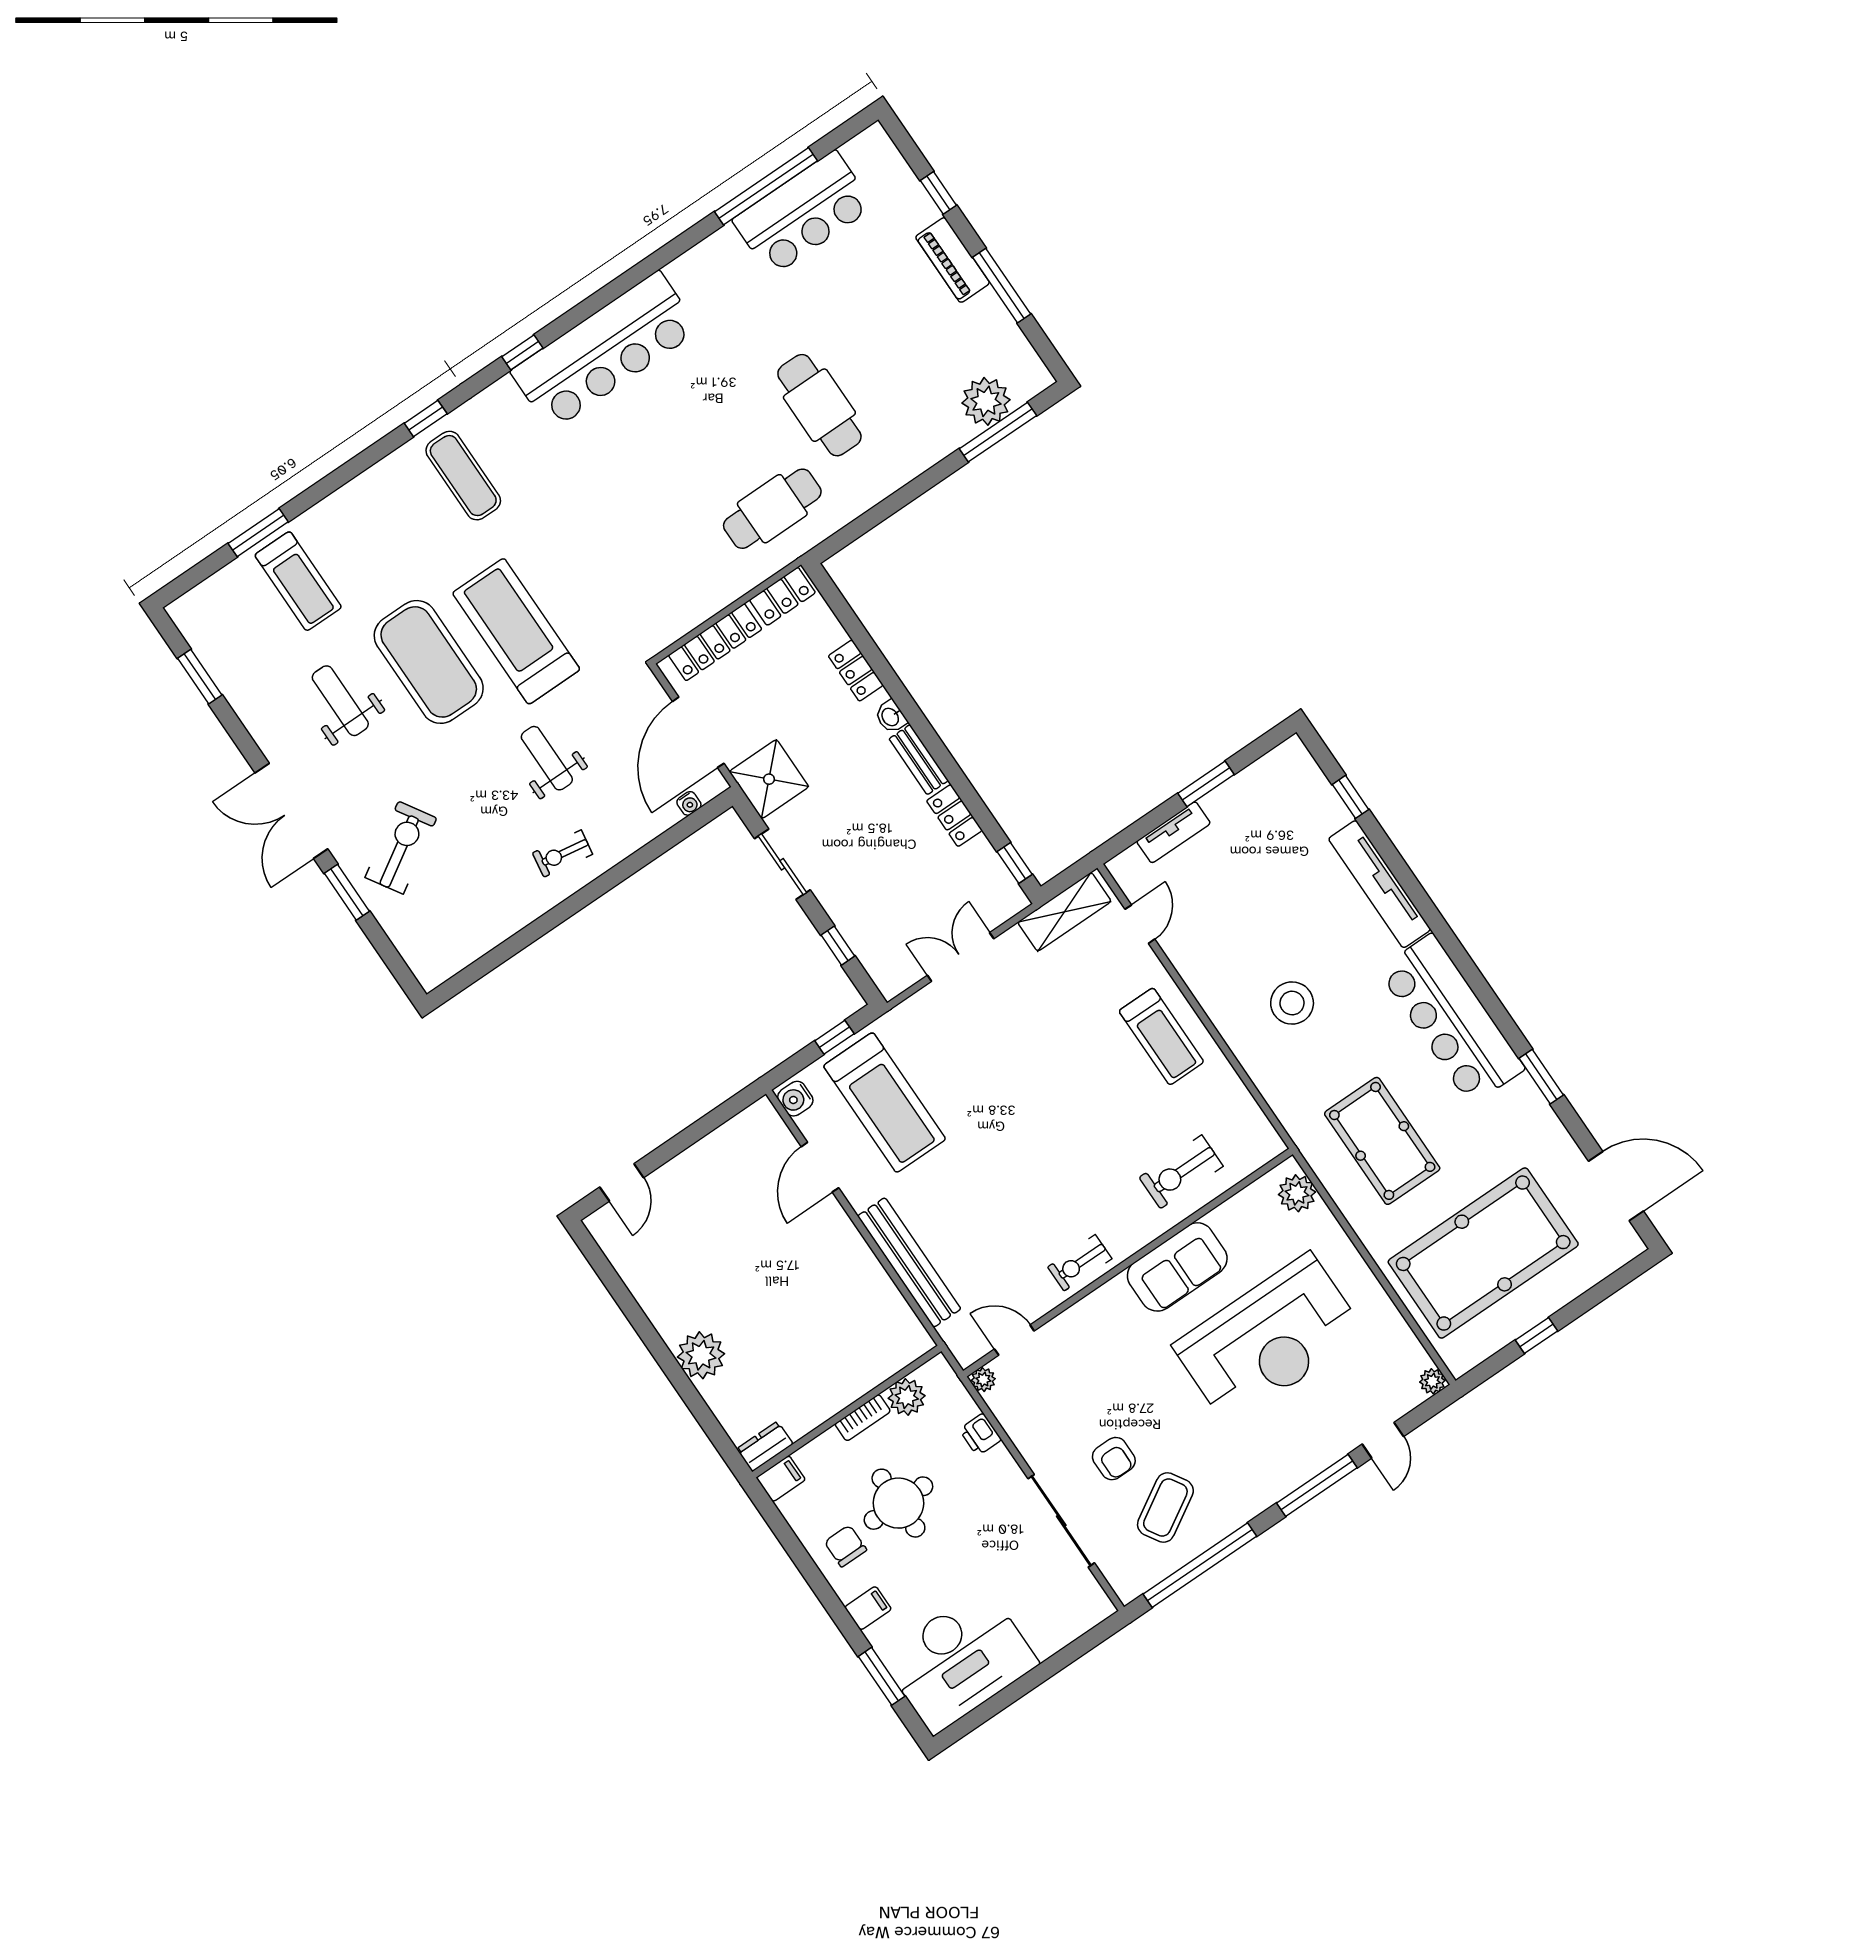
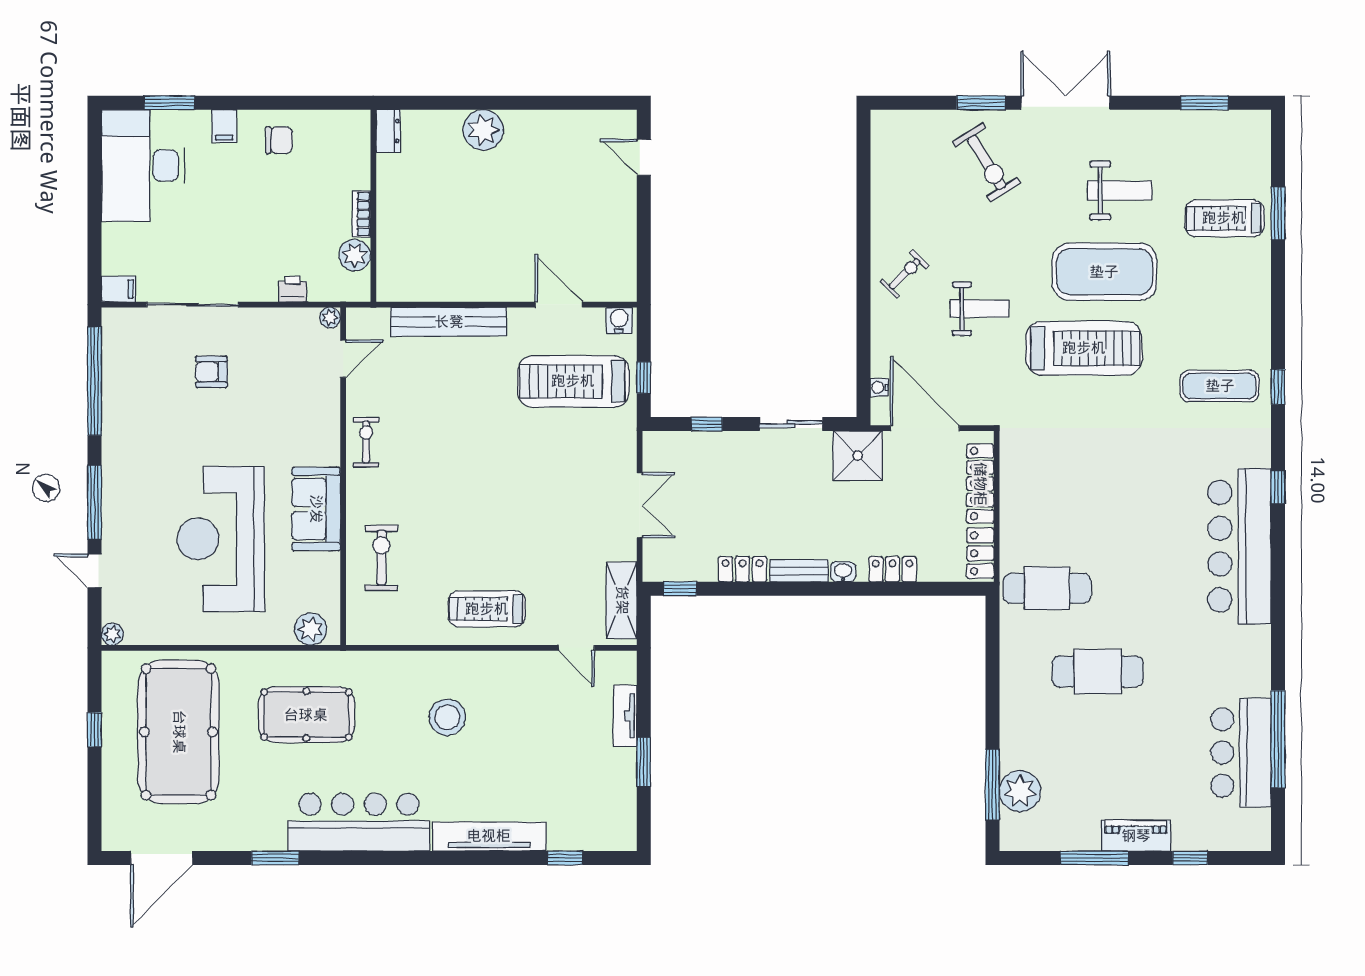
cafe table: (772, 509) -> (1047, 588), turned 90
exercise bike: (563, 854) -> (905, 274), turned 36
filing cabinet: (781, 1479) -> (119, 289), moved, turned -90
round table: (898, 1503) -> (284, 198), removed
coffee table: (1165, 1508) -> (152, 385), removed

